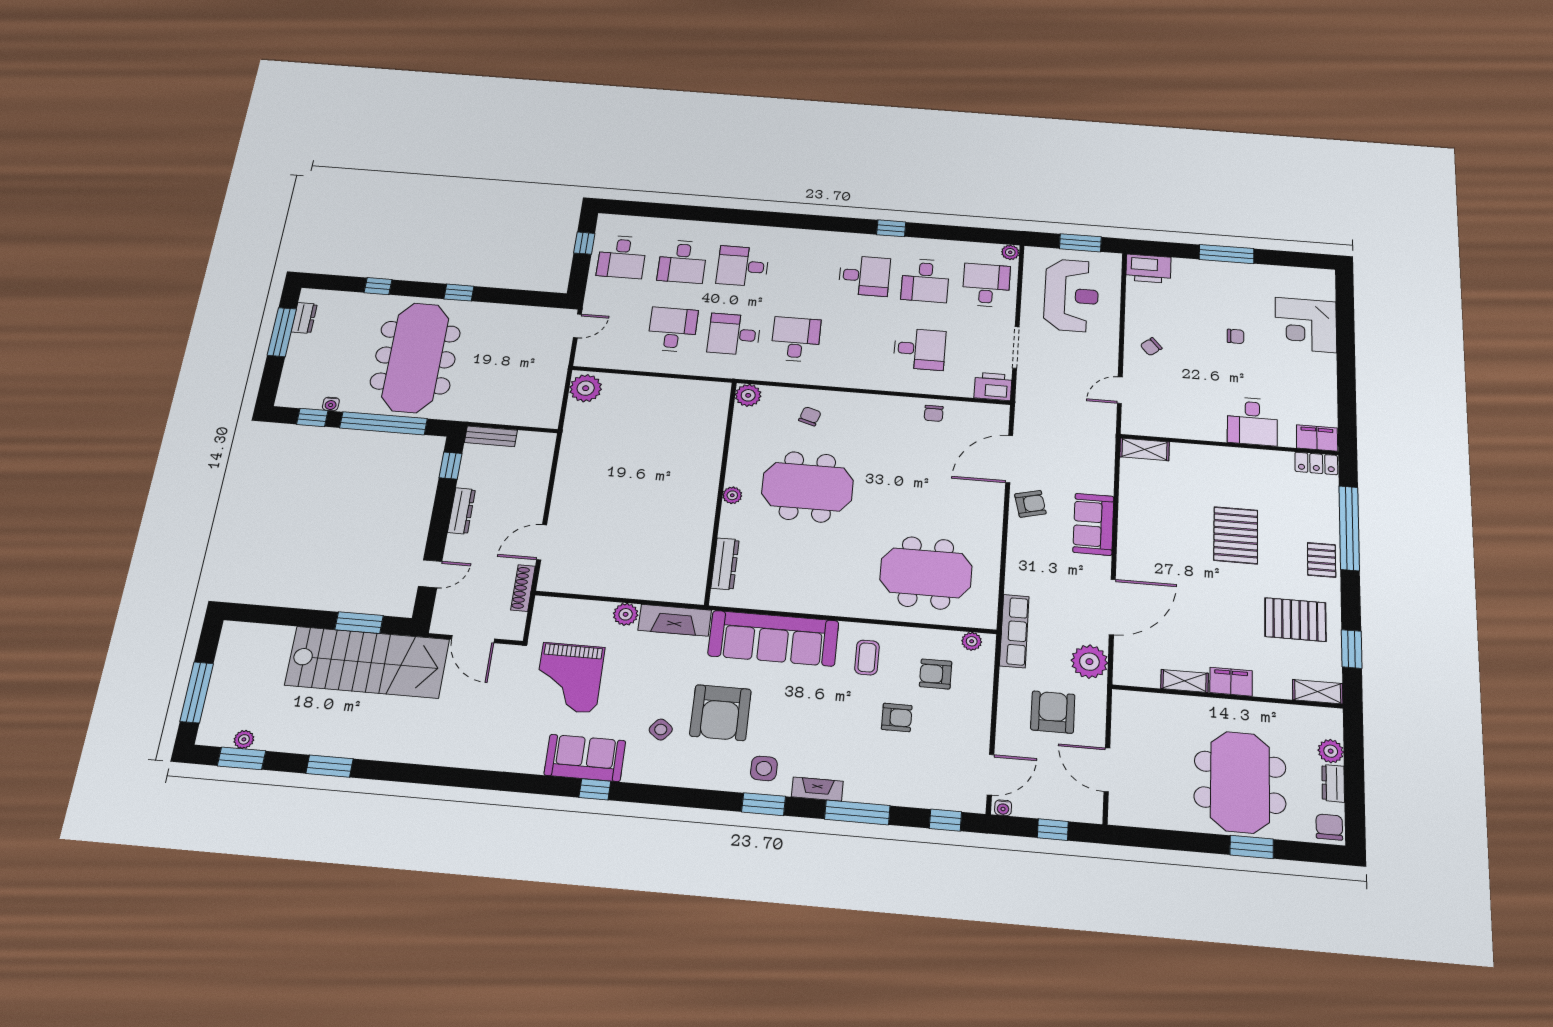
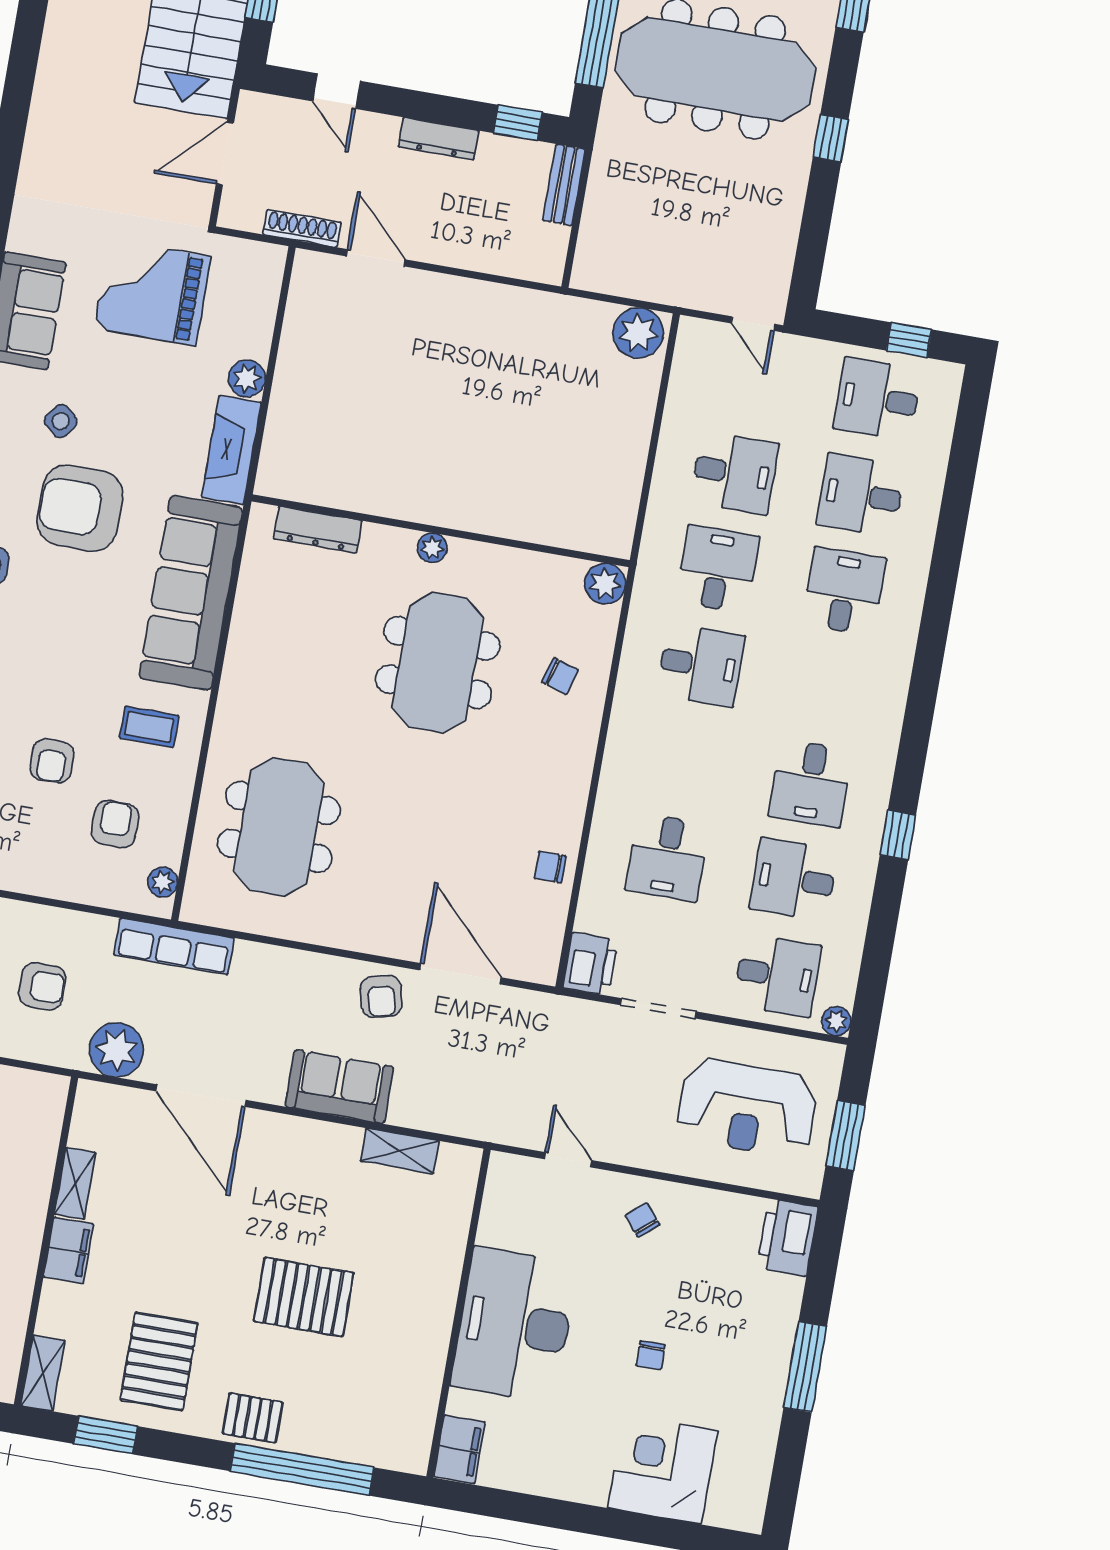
desk: (1252, 421) -> (514, 1325), width x1.87, depth x1.30
shelving: (1145, 449) -> (400, 1151), moved, turned 90
locker: (1316, 463) -> (415, 1440), removed
armchair: (1053, 712) -> (42, 986), width x0.72, depth x0.72

